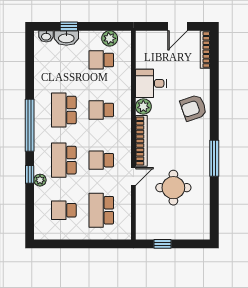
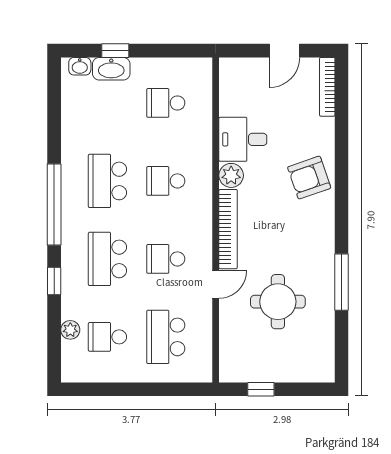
plant: (110, 38) -> (179, 69), removed
window: (214, 158) -> (341, 282), moved
plant: (40, 180) -> (70, 330), moved

